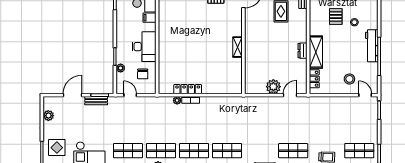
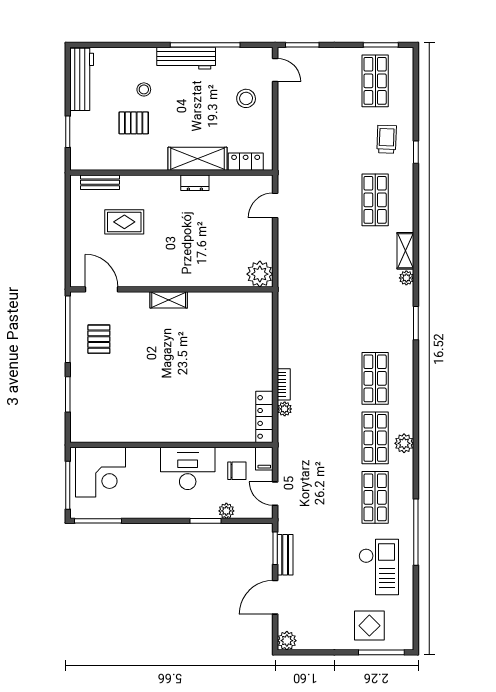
filing cabinet: (149, 18) -> (264, 459), moved
shelving: (238, 47) -> (169, 300), moved
plant: (273, 87) -> (260, 274), moved
locker: (188, 89) -> (264, 417), moved
door: (73, 95) -> (275, 597), hinge flipped
door: (130, 95) -> (275, 494), hinge flipped
door: (290, 95) -> (275, 205), hinge flipped
door: (365, 95) -> (275, 70), swing flipped
plant: (48, 116) -> (287, 641), moved
shop shelf: (227, 151) -> (375, 319), removed

